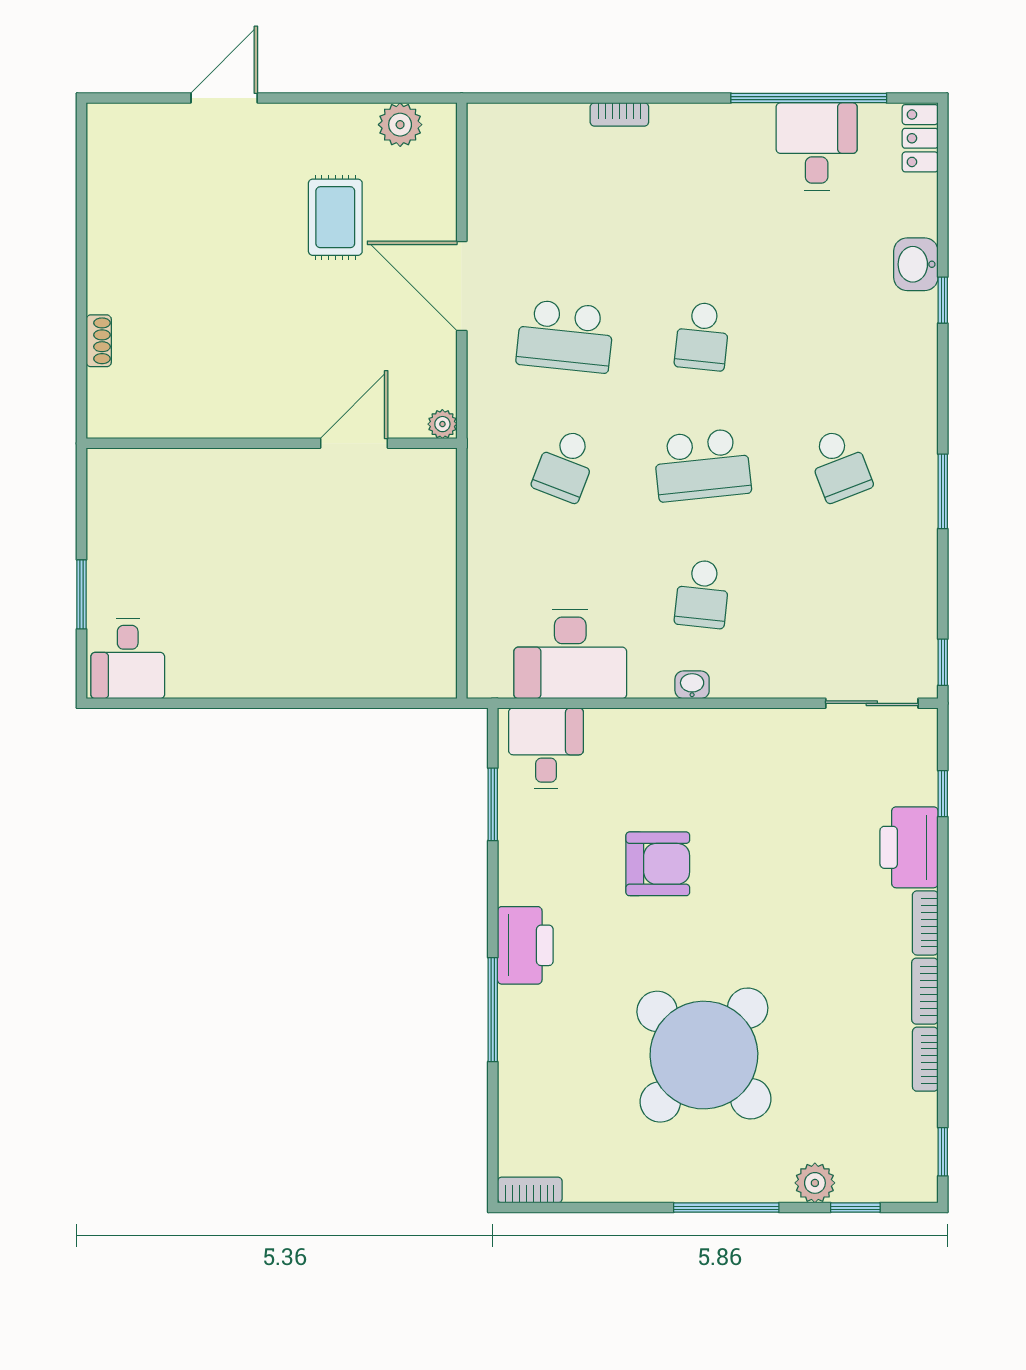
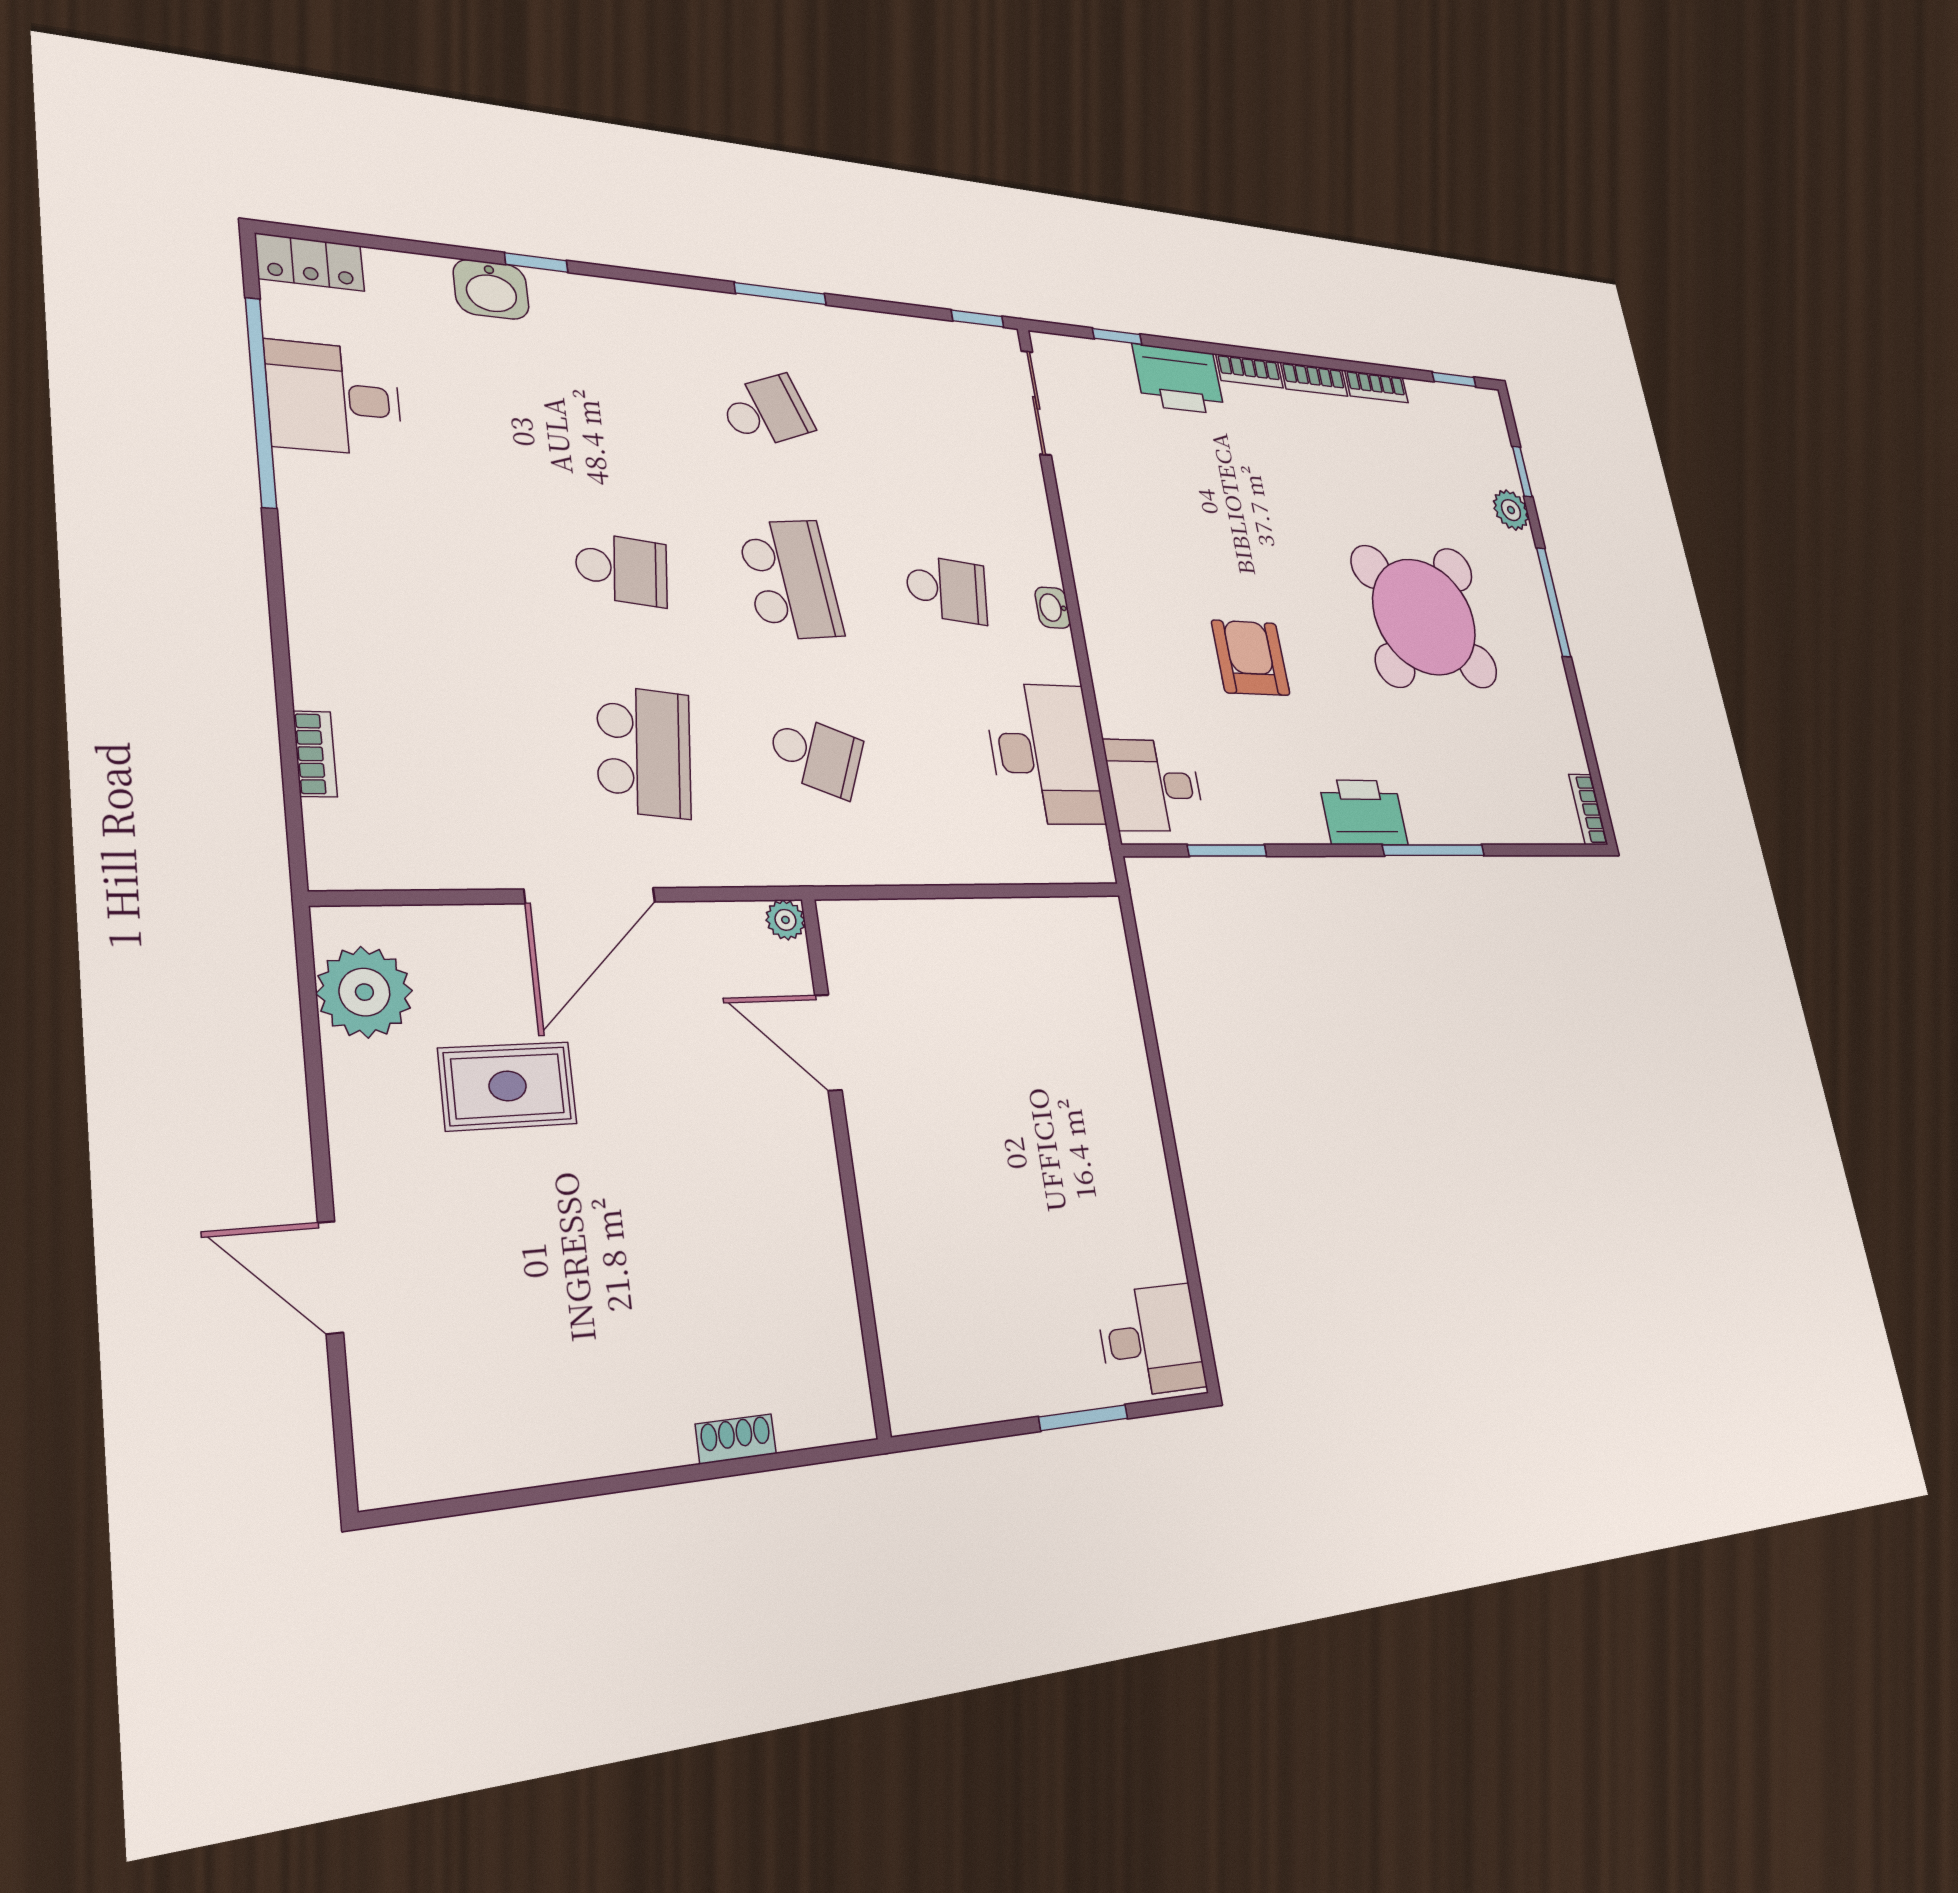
bookcase: (619, 114) -> (315, 754), moved
plant: (400, 125) -> (364, 992), width x1.36, depth x1.36

